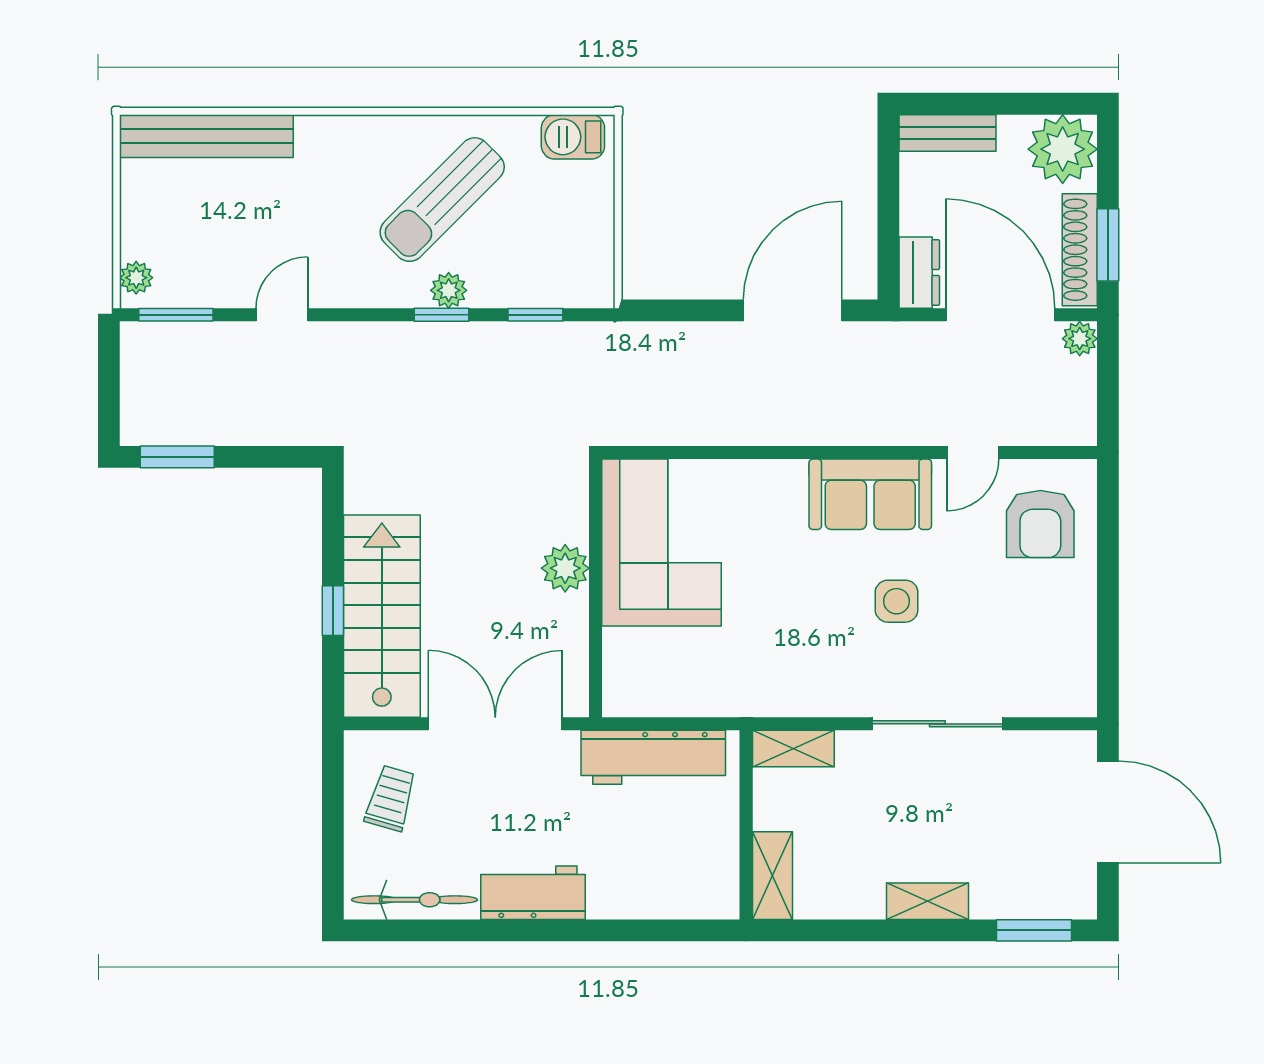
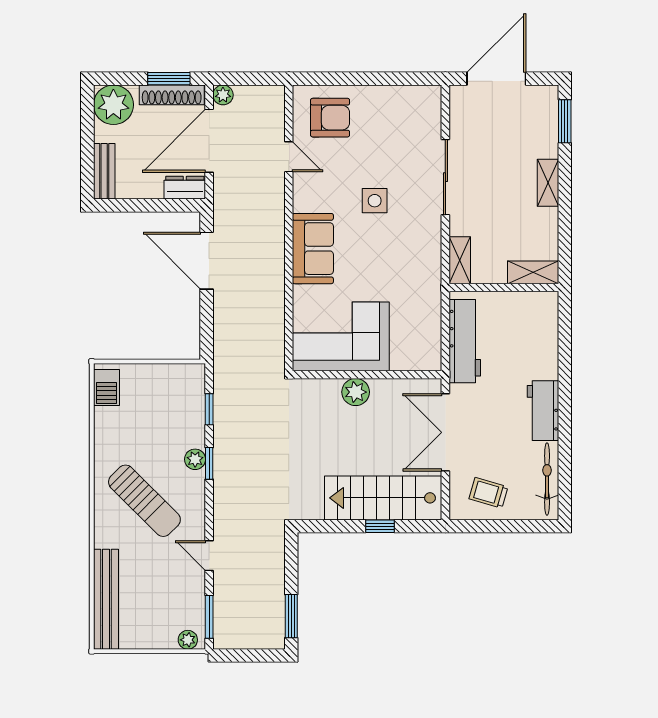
sun lounger: (442, 200) -> (144, 501), moved
sofa: (870, 494) -> (313, 249), moved

